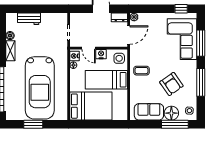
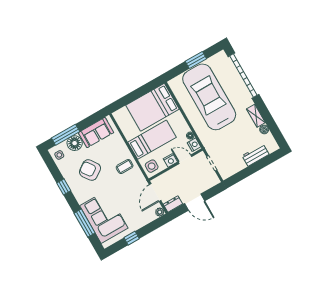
window: (181, 9) -> (132, 238), moved
window: (201, 82) -> (64, 187), width x0.46

